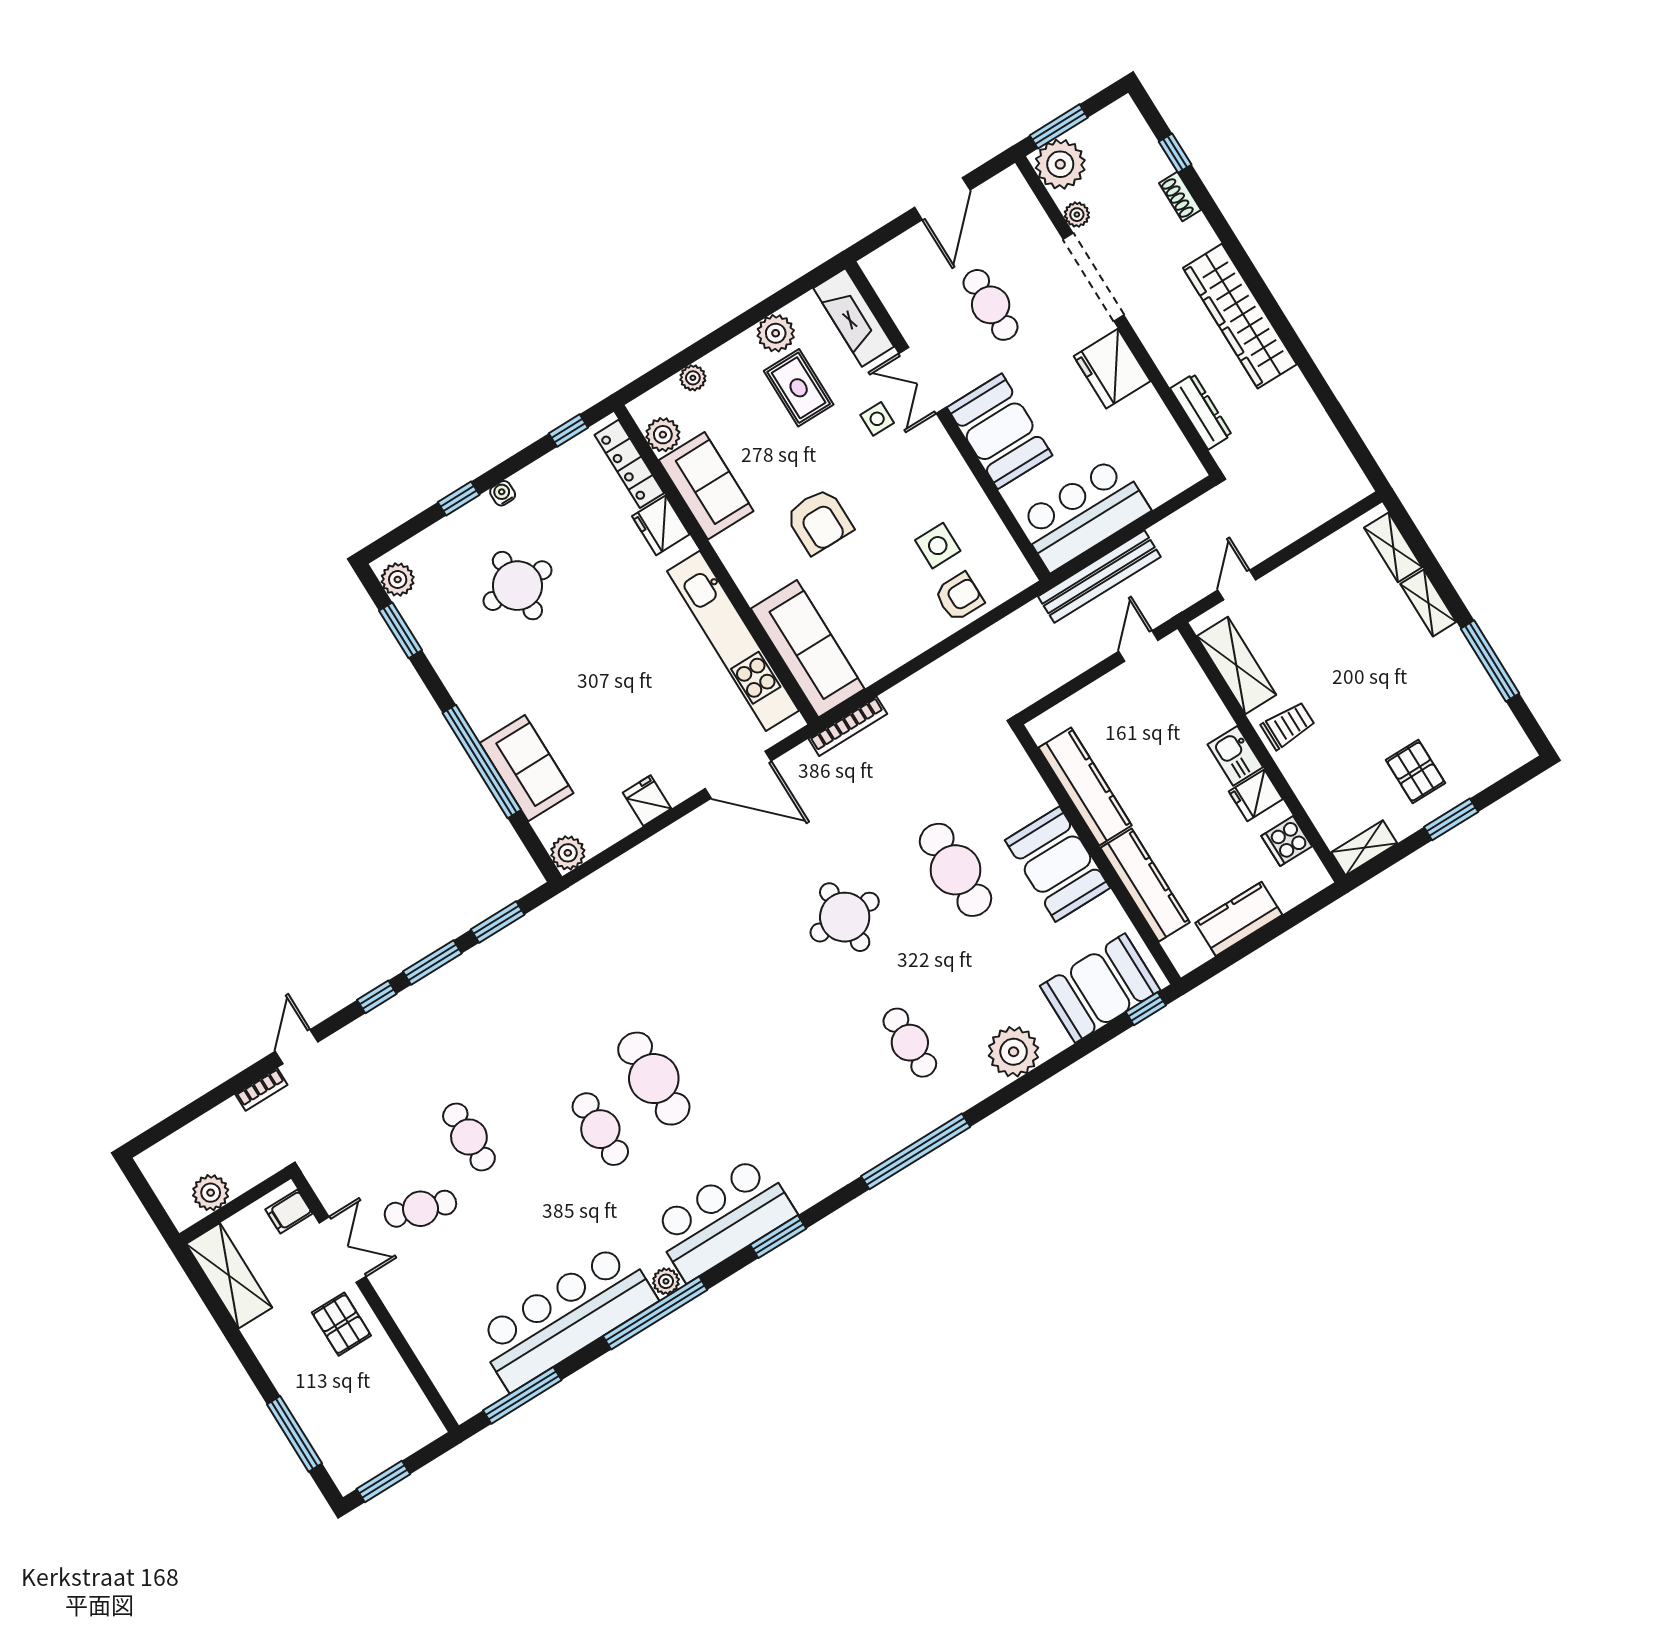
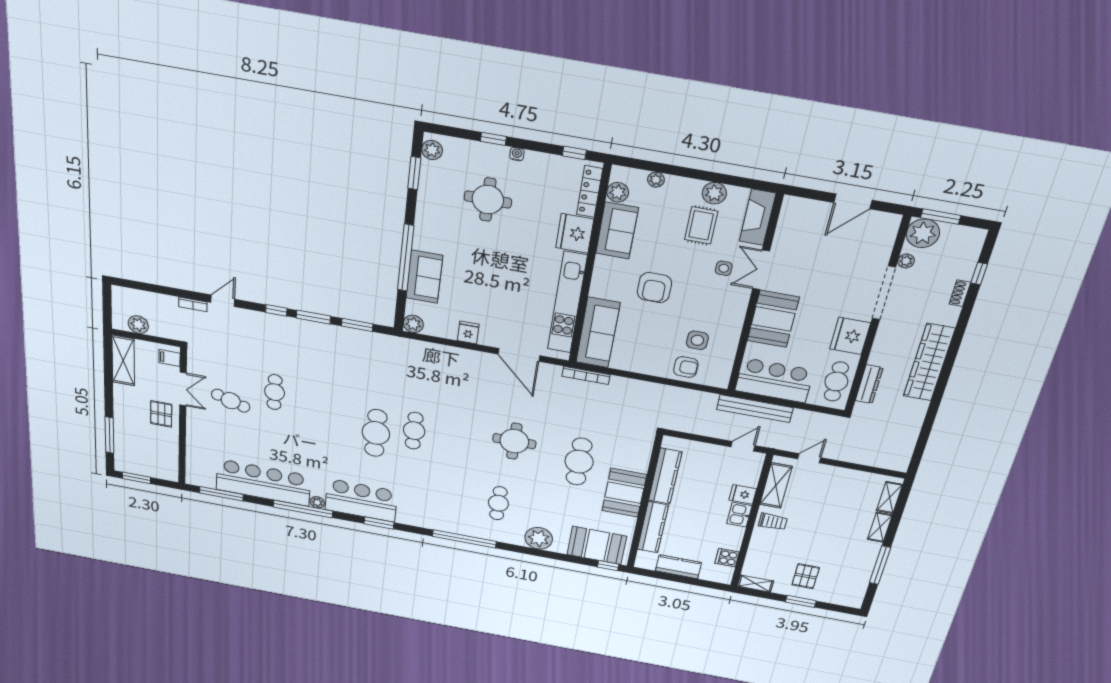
cafe table: (991, 305) -> (836, 382), moved
fridge: (661, 525) -> (575, 233), width x1.36, depth x1.34
fridge: (1256, 795) -> (743, 494), moved
cafe table: (600, 1129) -> (414, 431), moved

